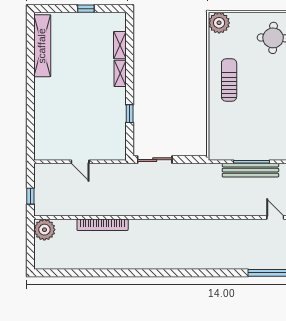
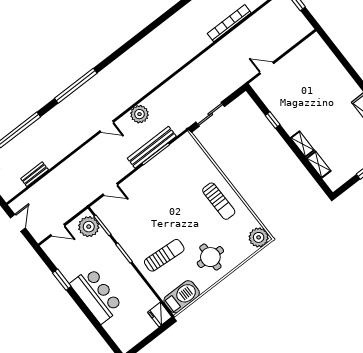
sliding door: (155, 160) -> (210, 114), moved
door: (80, 162) -> (267, 68), moved
plant: (239, 206) -> (139, 114), added

